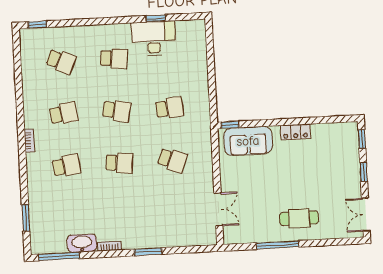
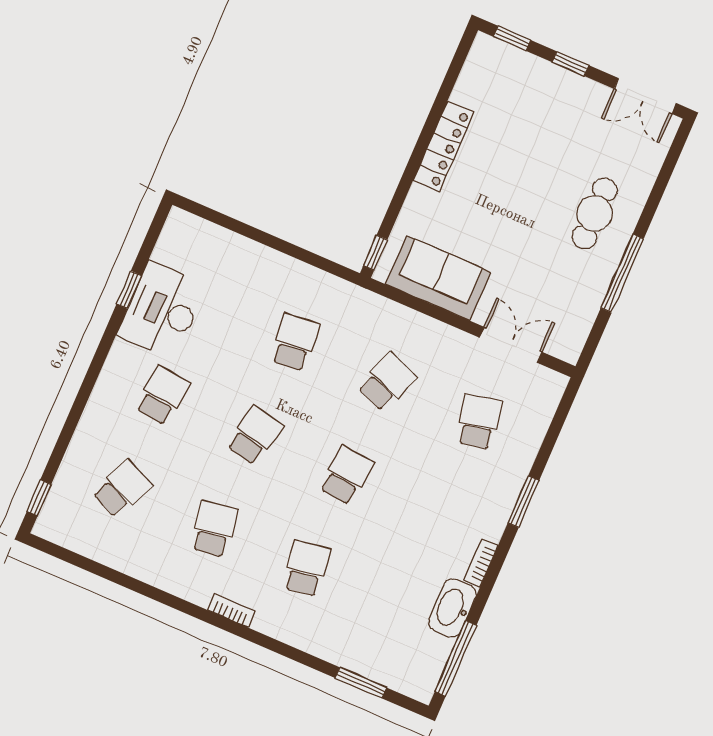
locker: (295, 132) -> (443, 146), width x1.53
sofa: (248, 141) -> (438, 278), moved, turned -90
school desk: (175, 212) -> (479, 422), added

